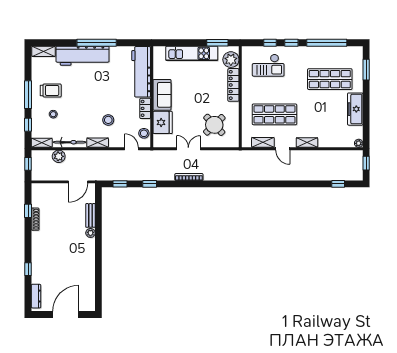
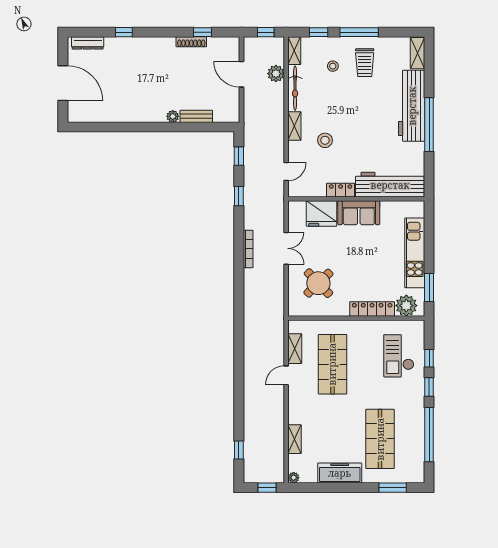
stool: (144, 133) -> (307, 188), removed
shelving: (307, 143) -> (295, 439), moved
door: (78, 182) -> (241, 74), moved

